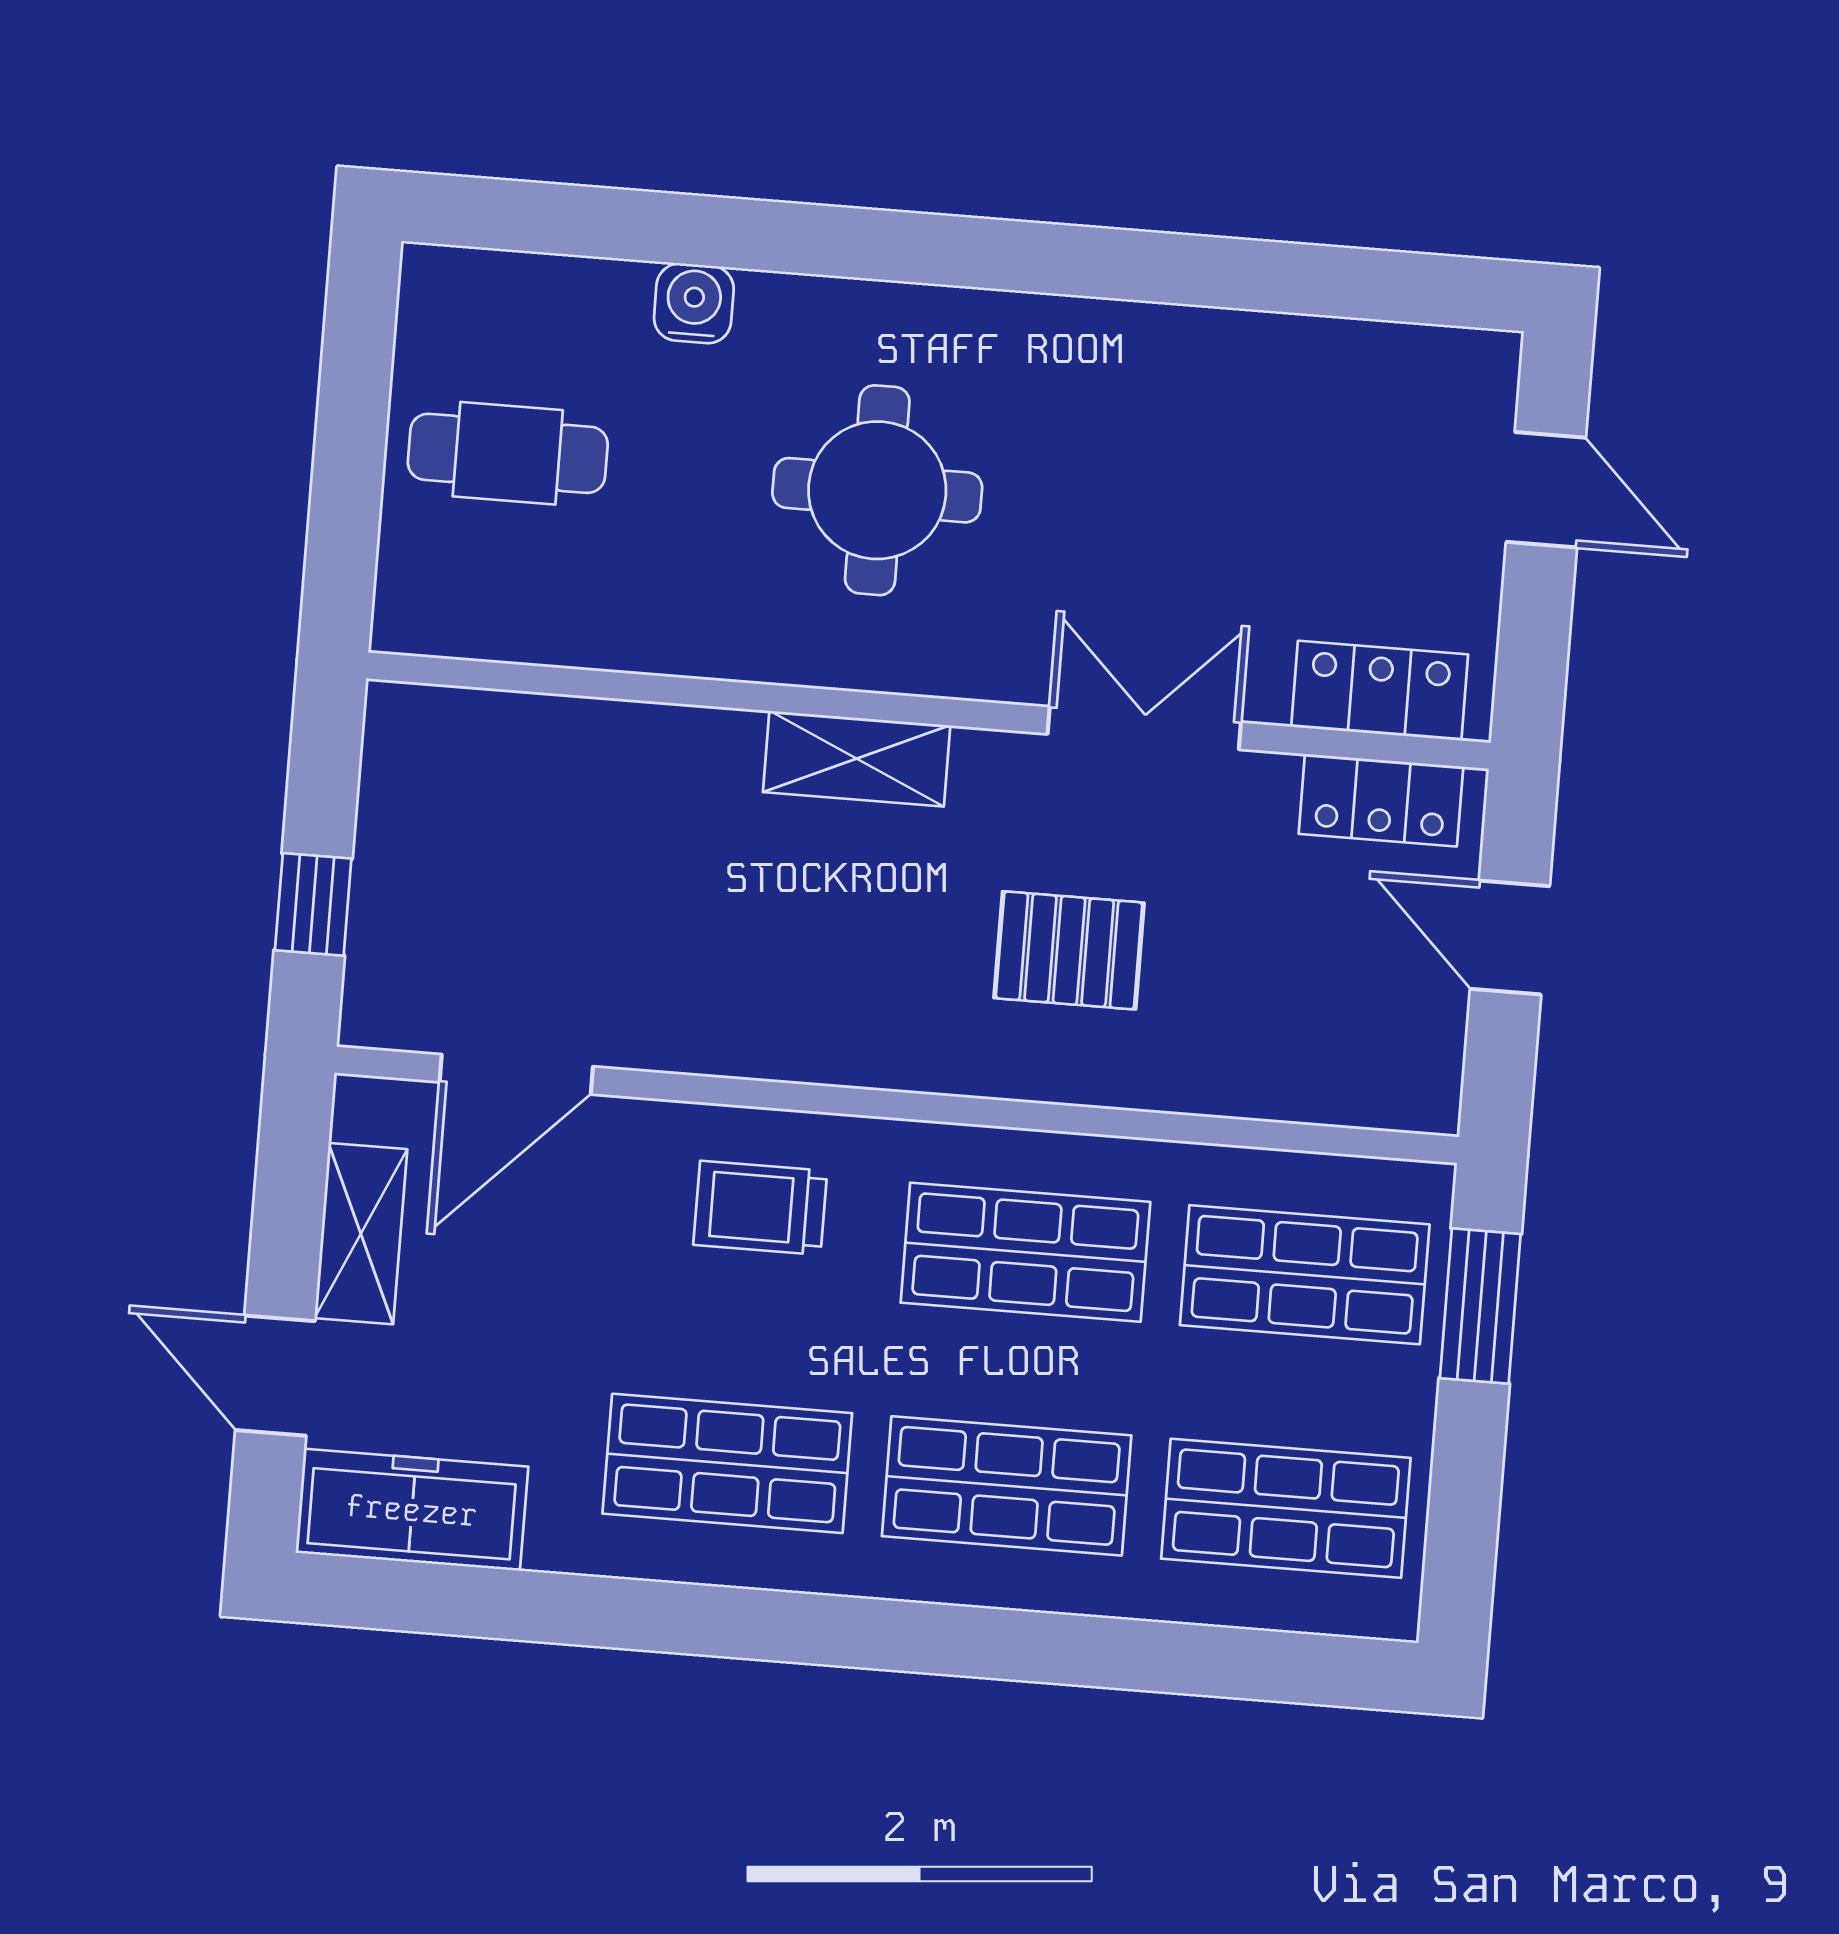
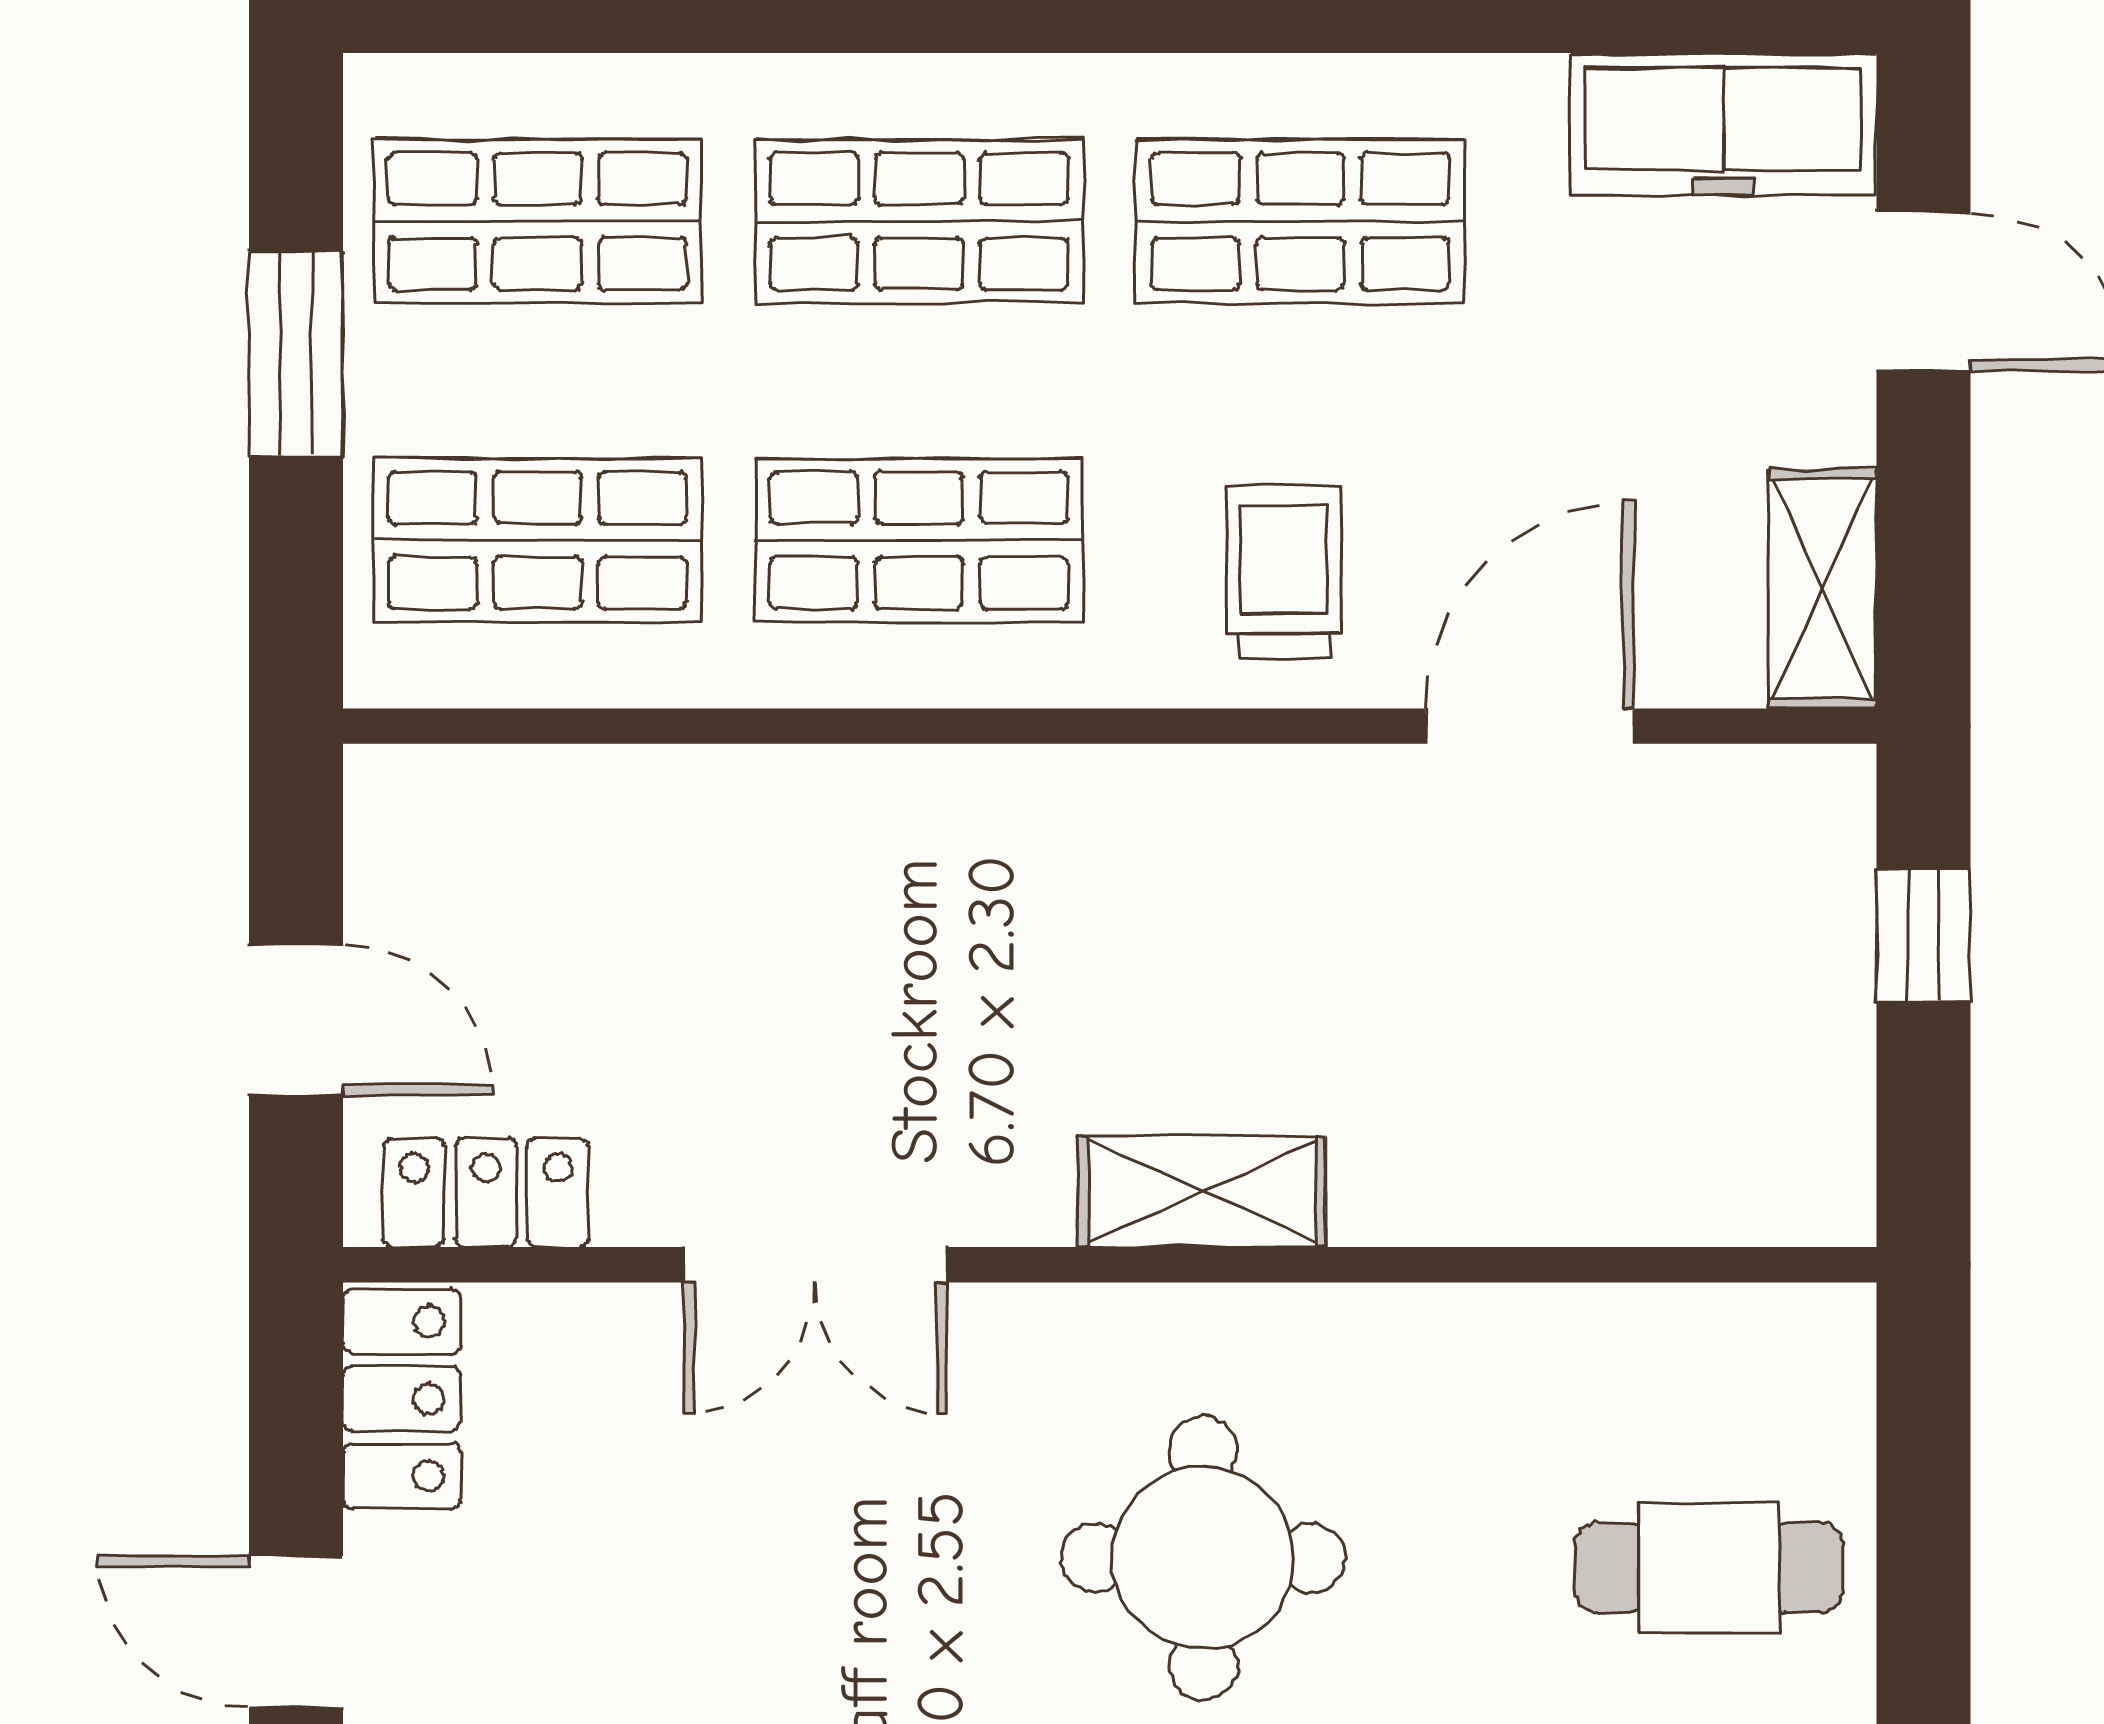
locker: (1380, 691) -> (402, 1399), moved, turned -90
pallet: (1069, 950) -> (893, 955), removed
door: (516, 1074) -> (1529, 726), moved
trolley: (760, 1208) -> (1284, 572), turned -90
shelving: (361, 1234) -> (1823, 589), moved
window: (1480, 1306) -> (296, 354), moved

